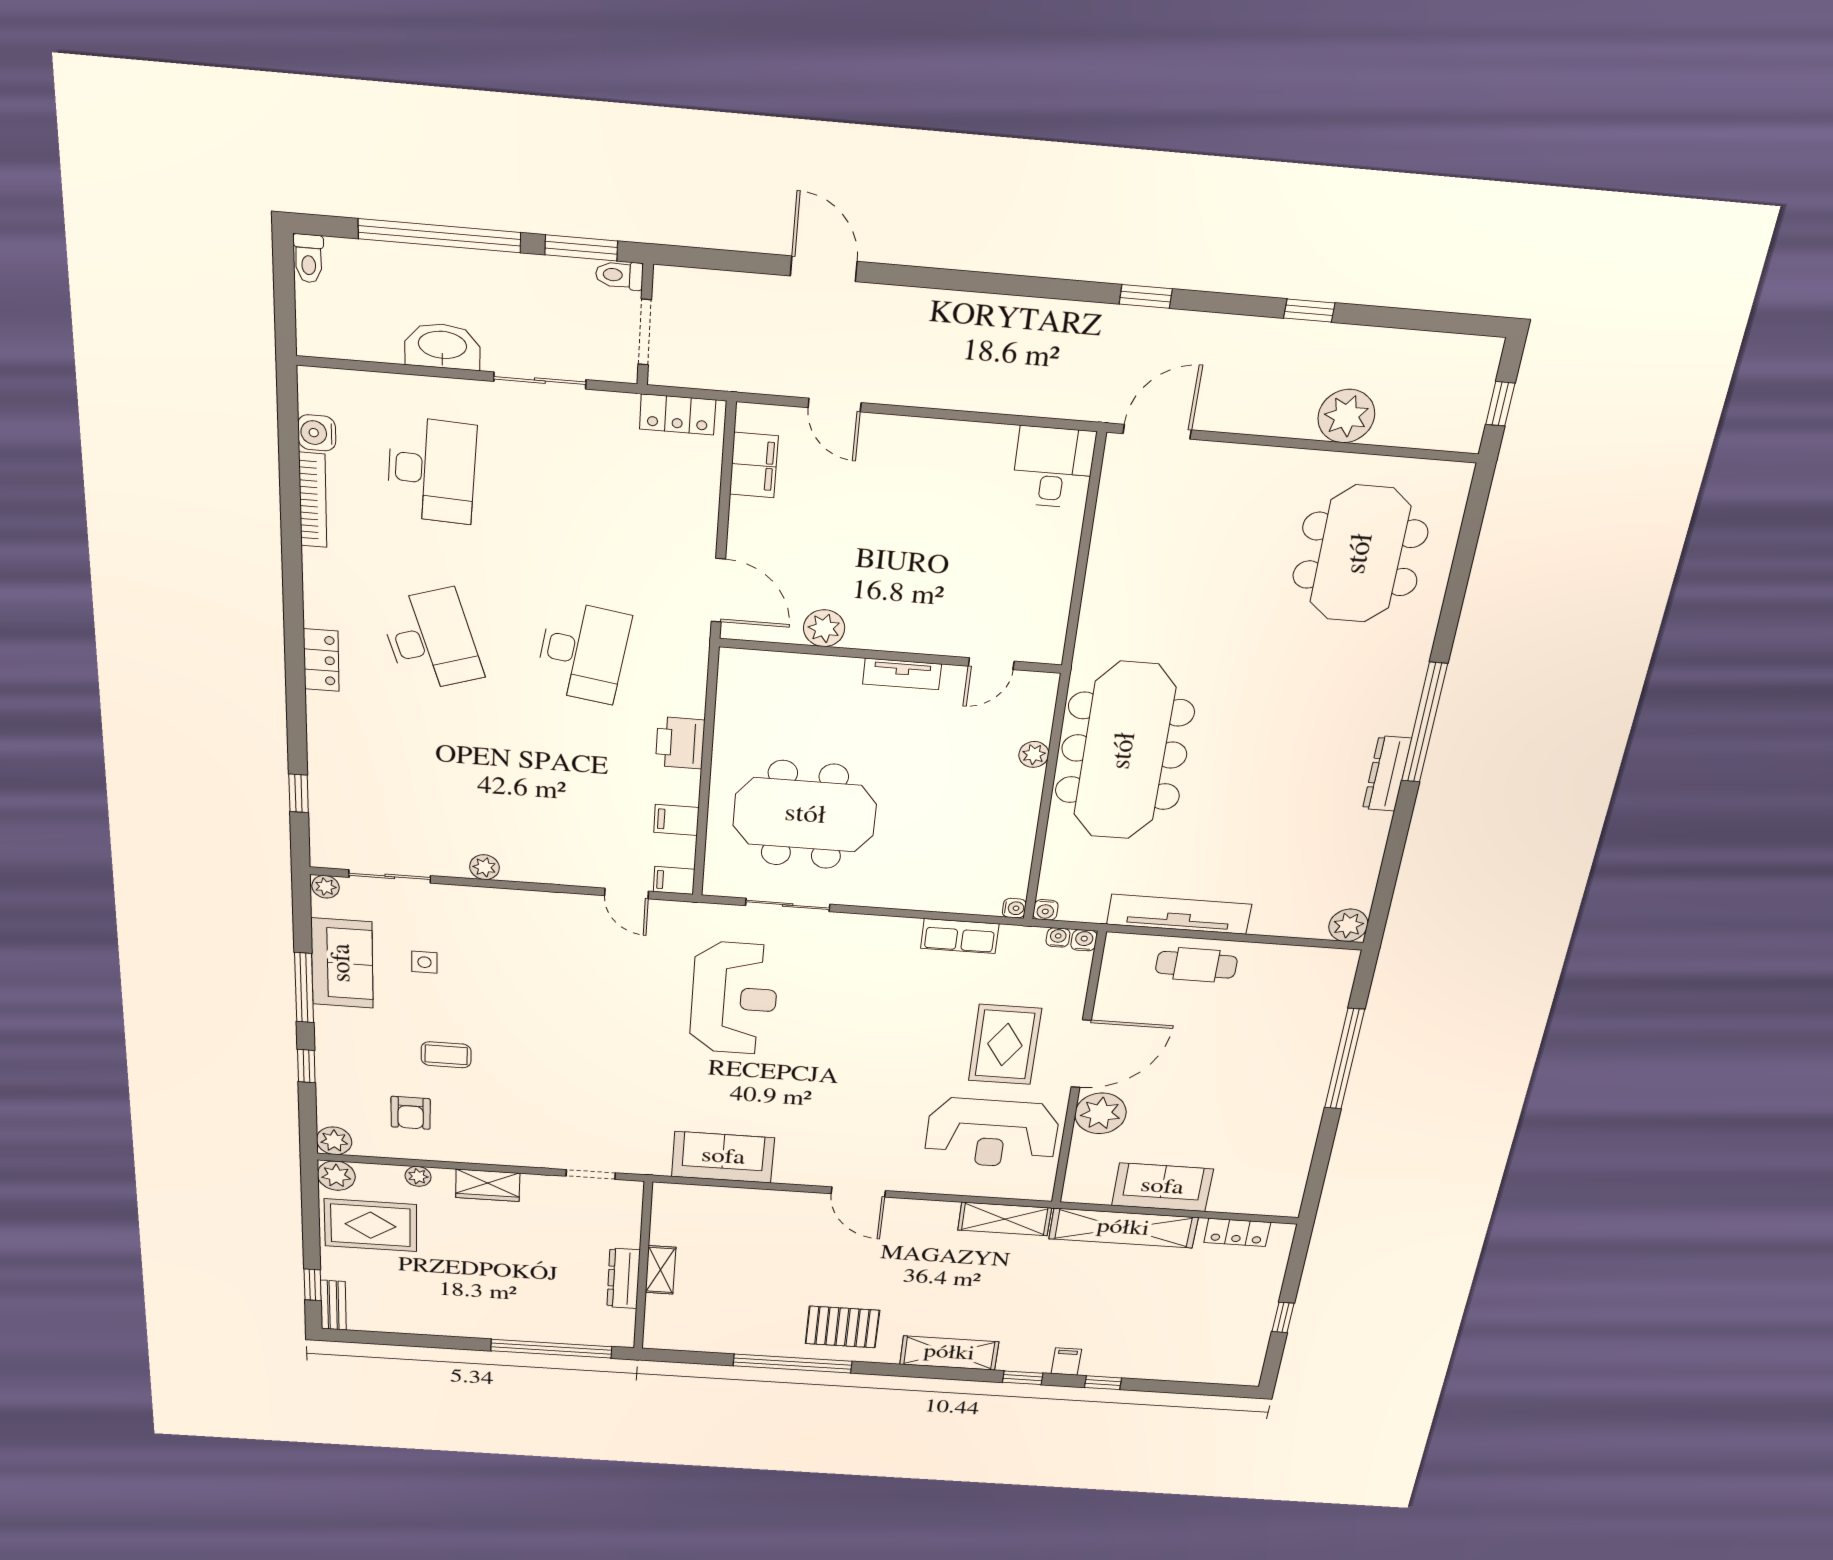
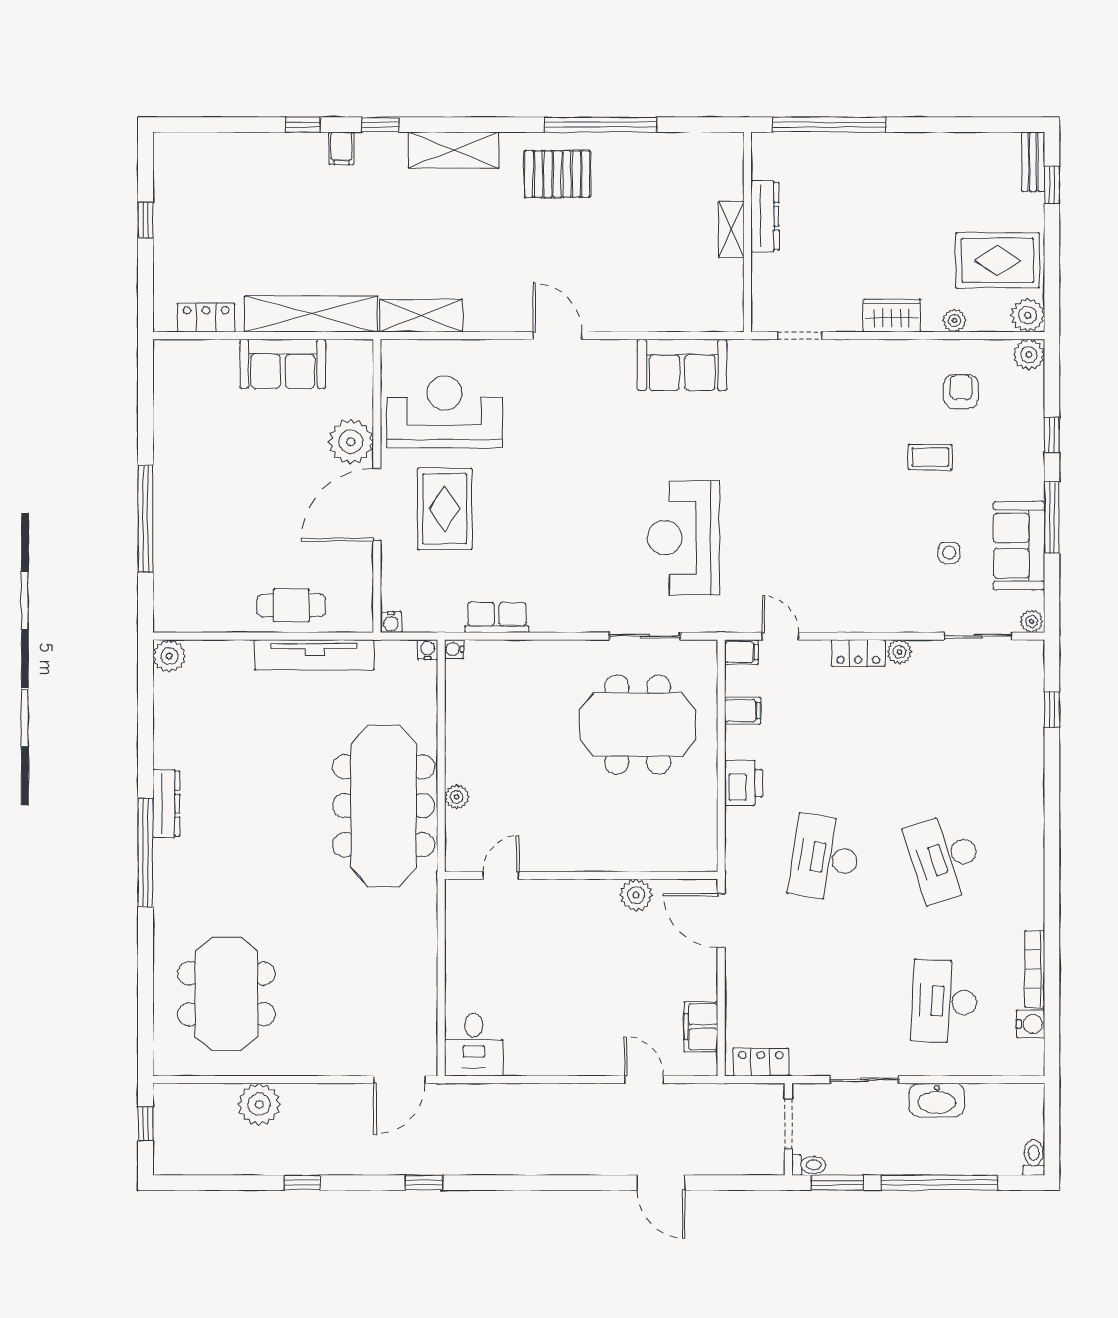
locker: (321, 660) -> (858, 653), moved, turned -90
tv unit: (902, 674) -> (571, 860), removed
water cooler: (1058, 937) -> (413, 623), removed

